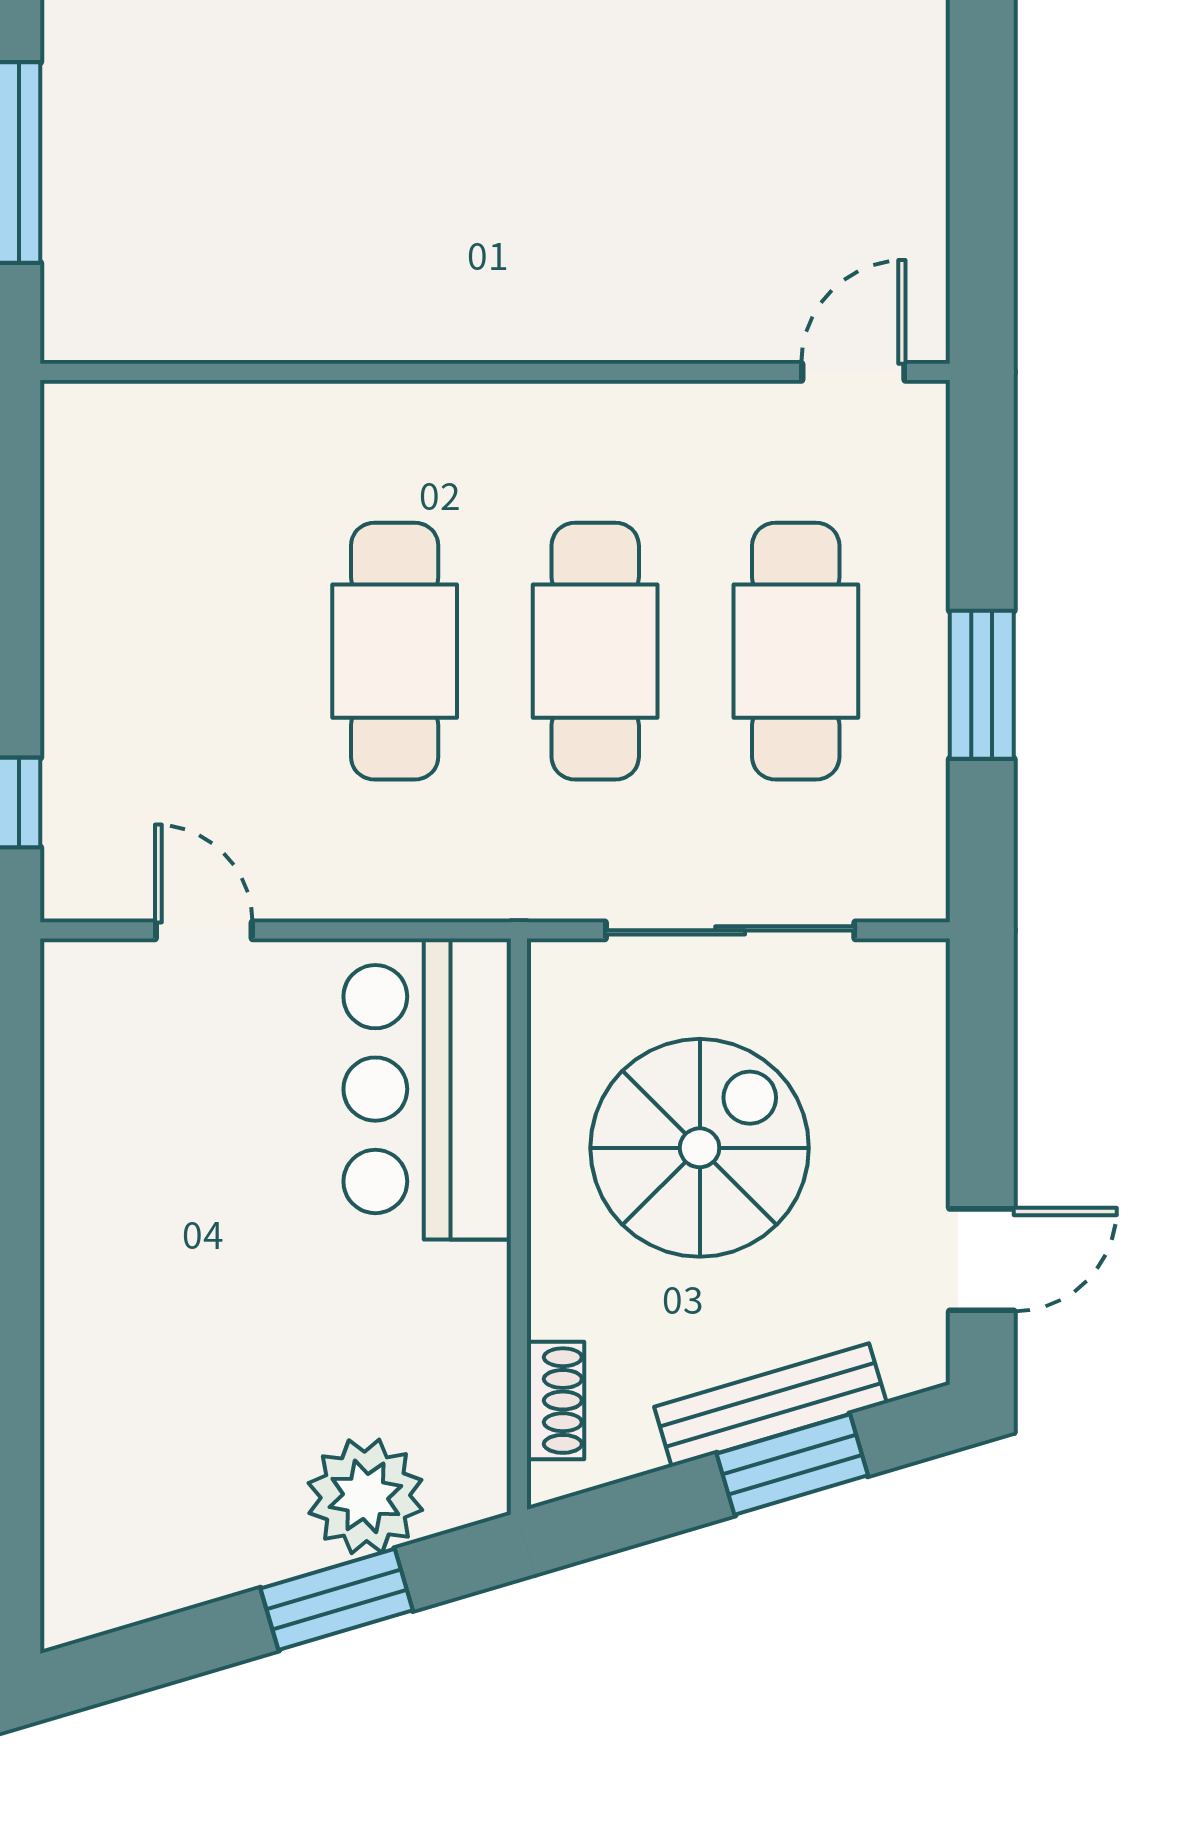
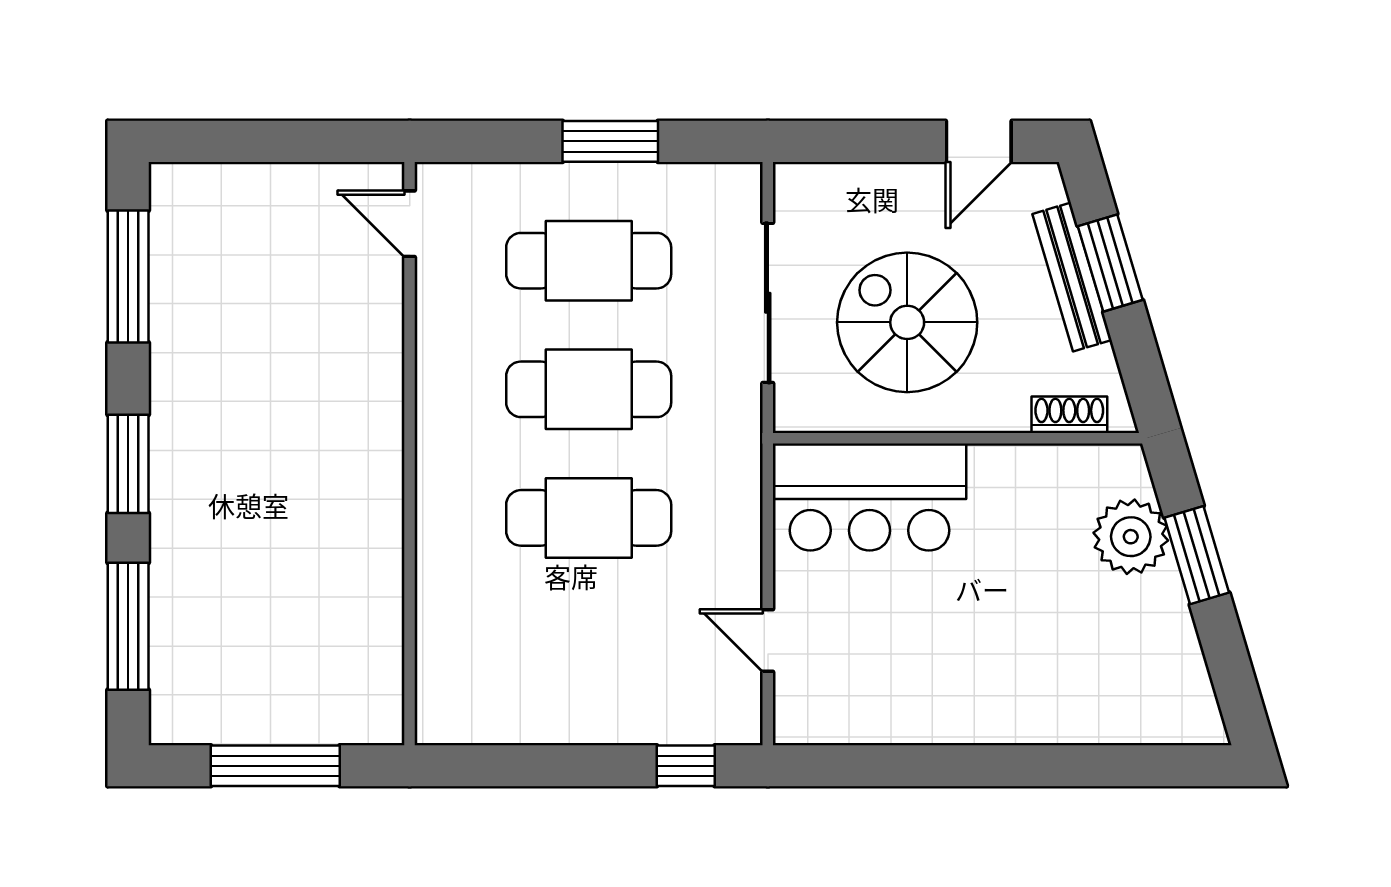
door: (204, 930) -> (768, 640), hinge flipped
door: (982, 1260) -> (979, 141), swing flipped

